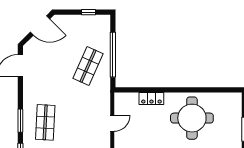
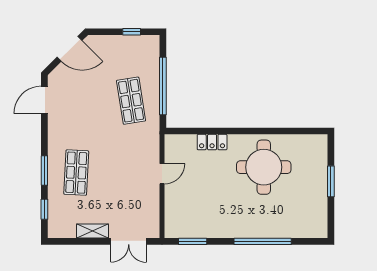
shop shelf: (88, 66) -> (131, 101), turned -33

